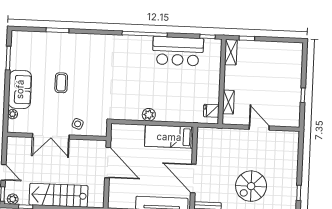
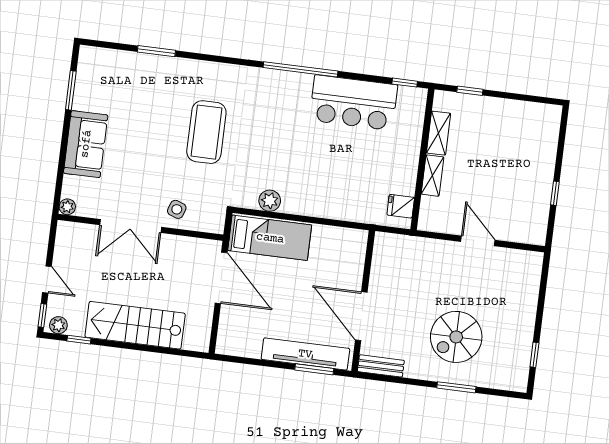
shelving: (231, 52) -> (439, 133), moved
coffee table: (61, 83) -> (206, 132), moved, width x1.86, depth x1.72
shelving: (228, 102) -> (433, 176), moved
plant: (13, 114) -> (67, 207), moved
plant: (149, 115) -> (270, 201), moved
bed: (169, 137) -> (270, 238), moved, turned 180

